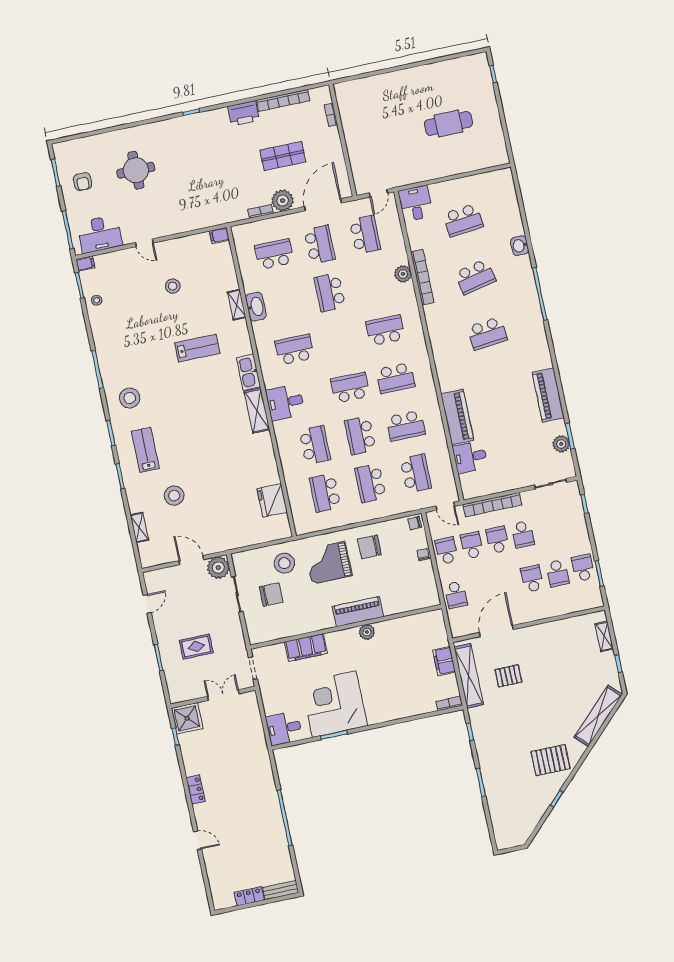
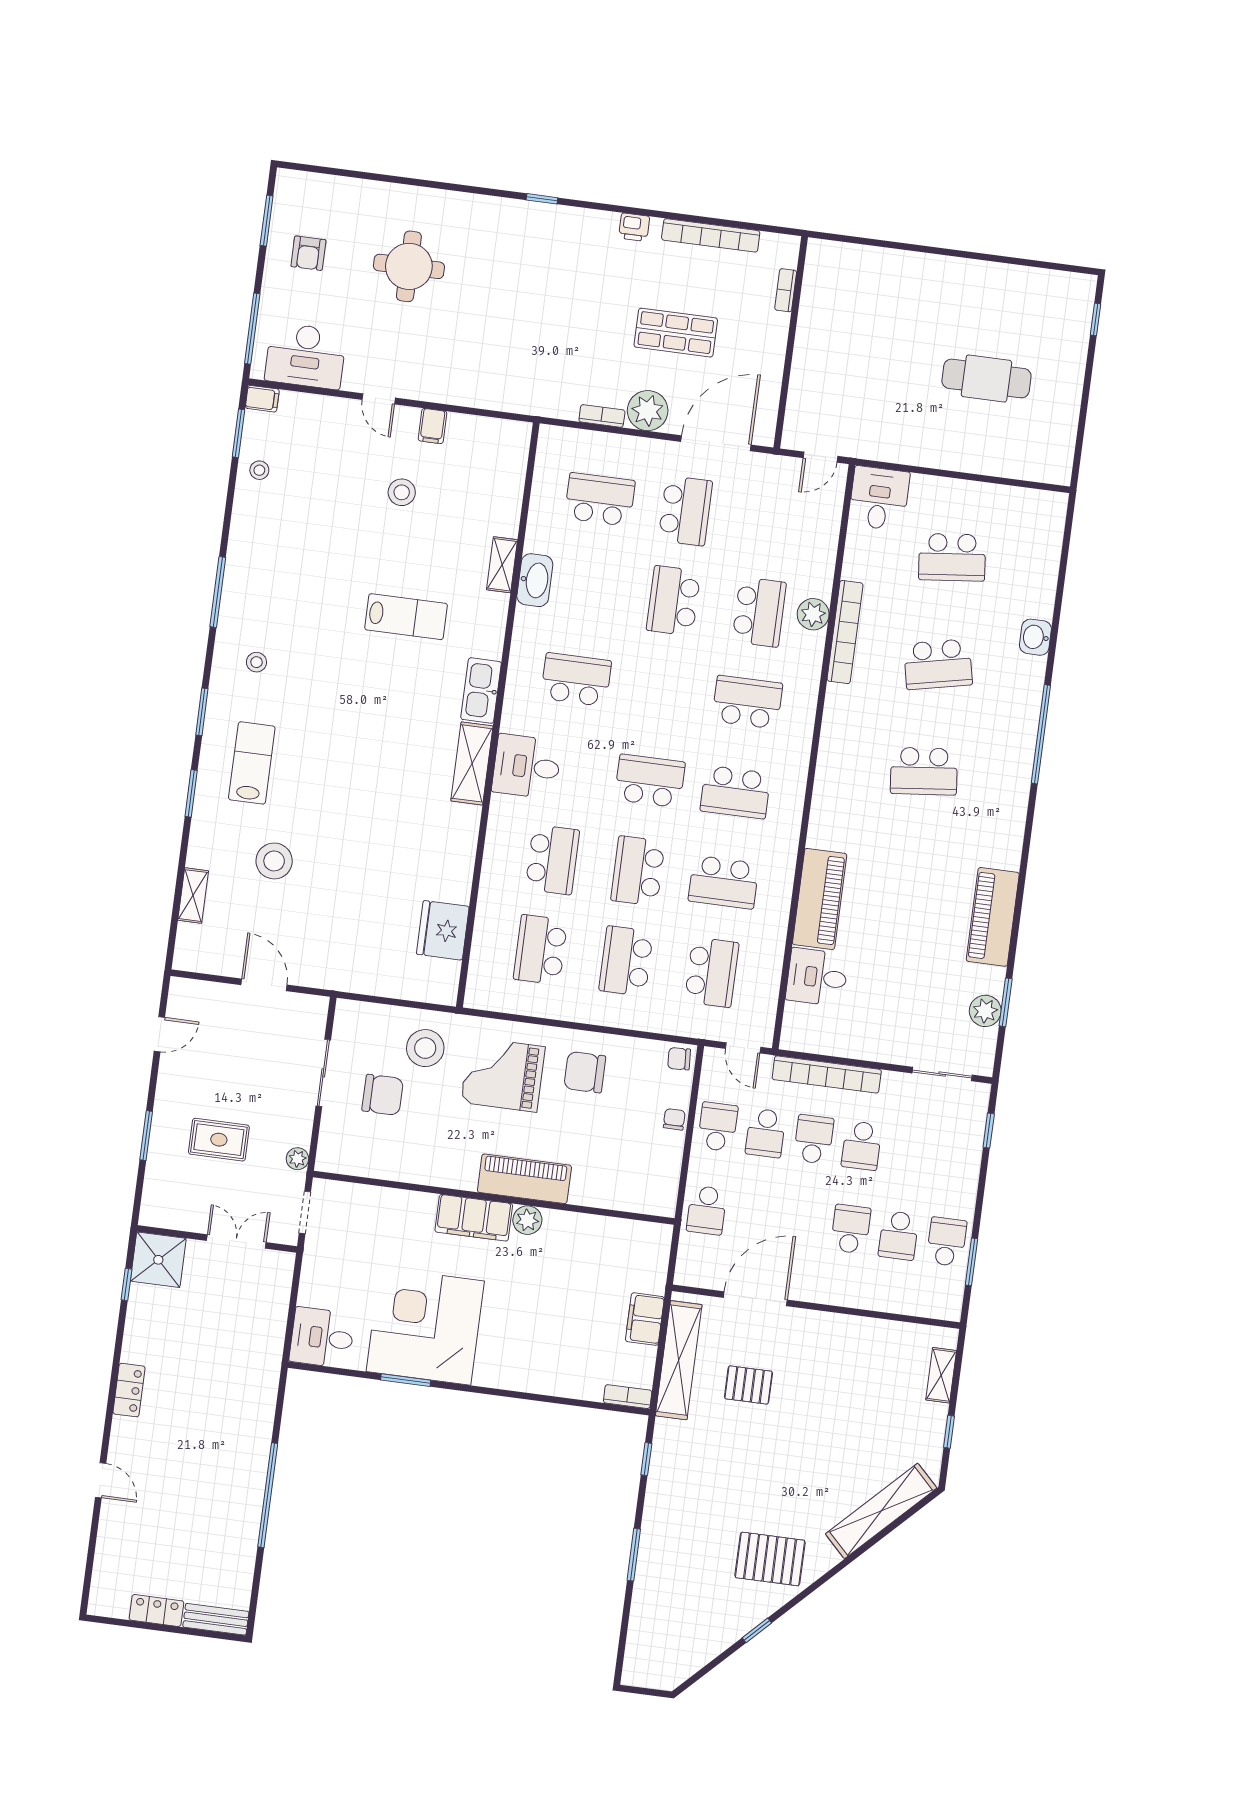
printer: (244, 113) -> (634, 227), width x0.53, depth x0.68
filing cabinet: (219, 235) -> (432, 426), moved, turned -90
school desk: (365, 235) -> (759, 612), moved
stool: (130, 398) -> (256, 662), width x0.53, depth x0.53
school desk: (472, 545) -> (766, 1133), turned 180
plant: (218, 568) -> (297, 1159), moved, width x0.53, depth x0.53
filing cabinet: (306, 648) -> (474, 1218), moved

